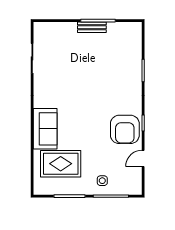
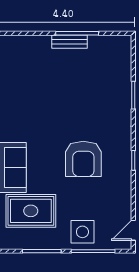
armchair: (125, 129) -> (83, 159), moved
door: (143, 158) -> (133, 230), moved
side table: (102, 181) -> (82, 232), width x1.87, depth x1.87

